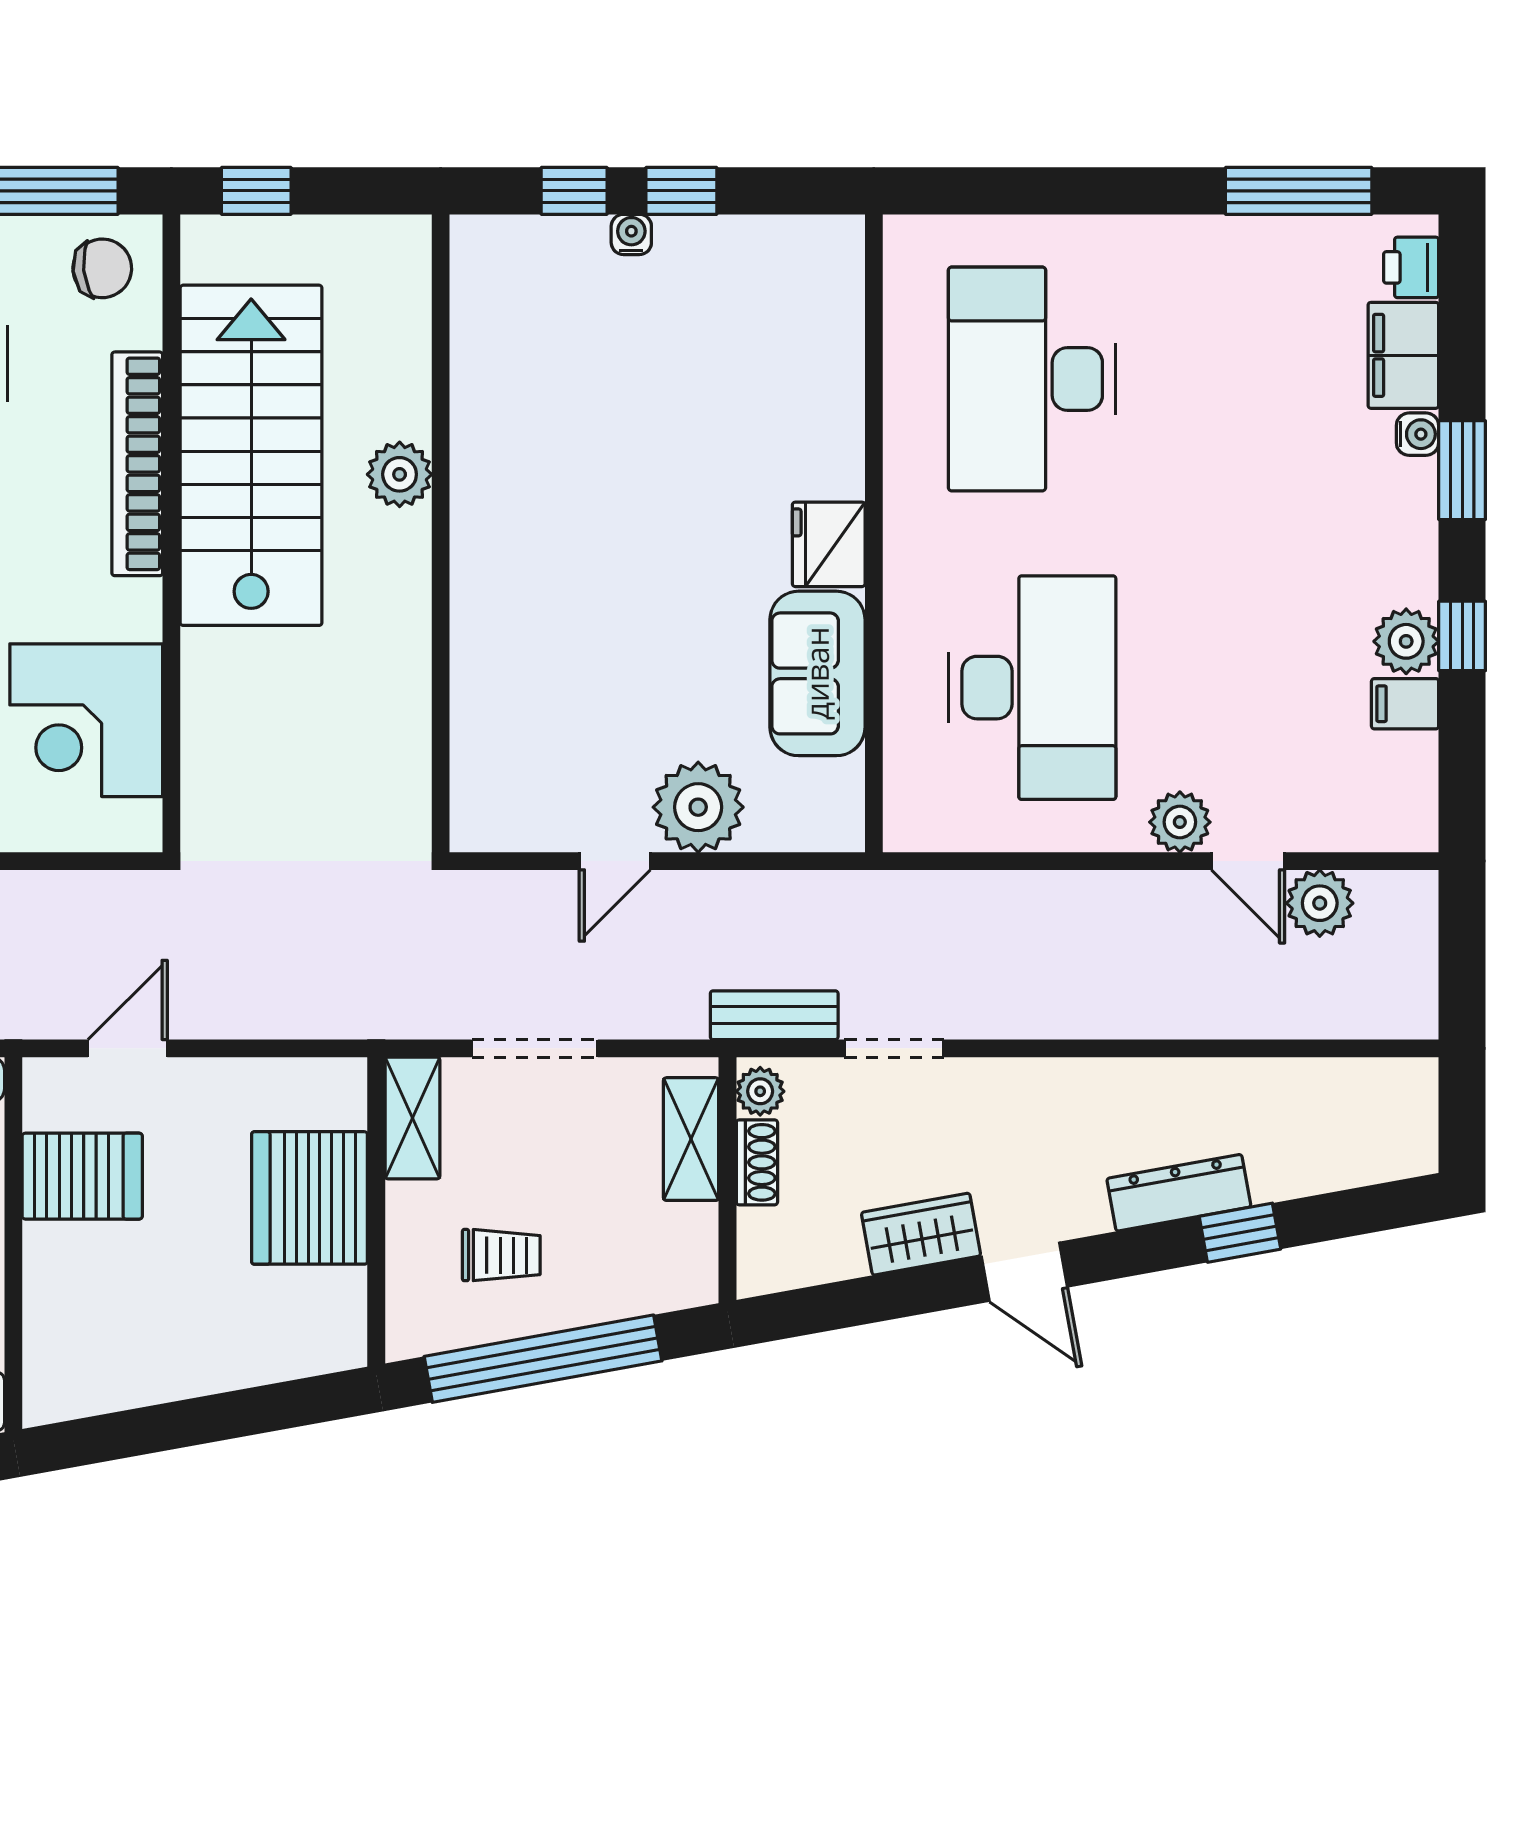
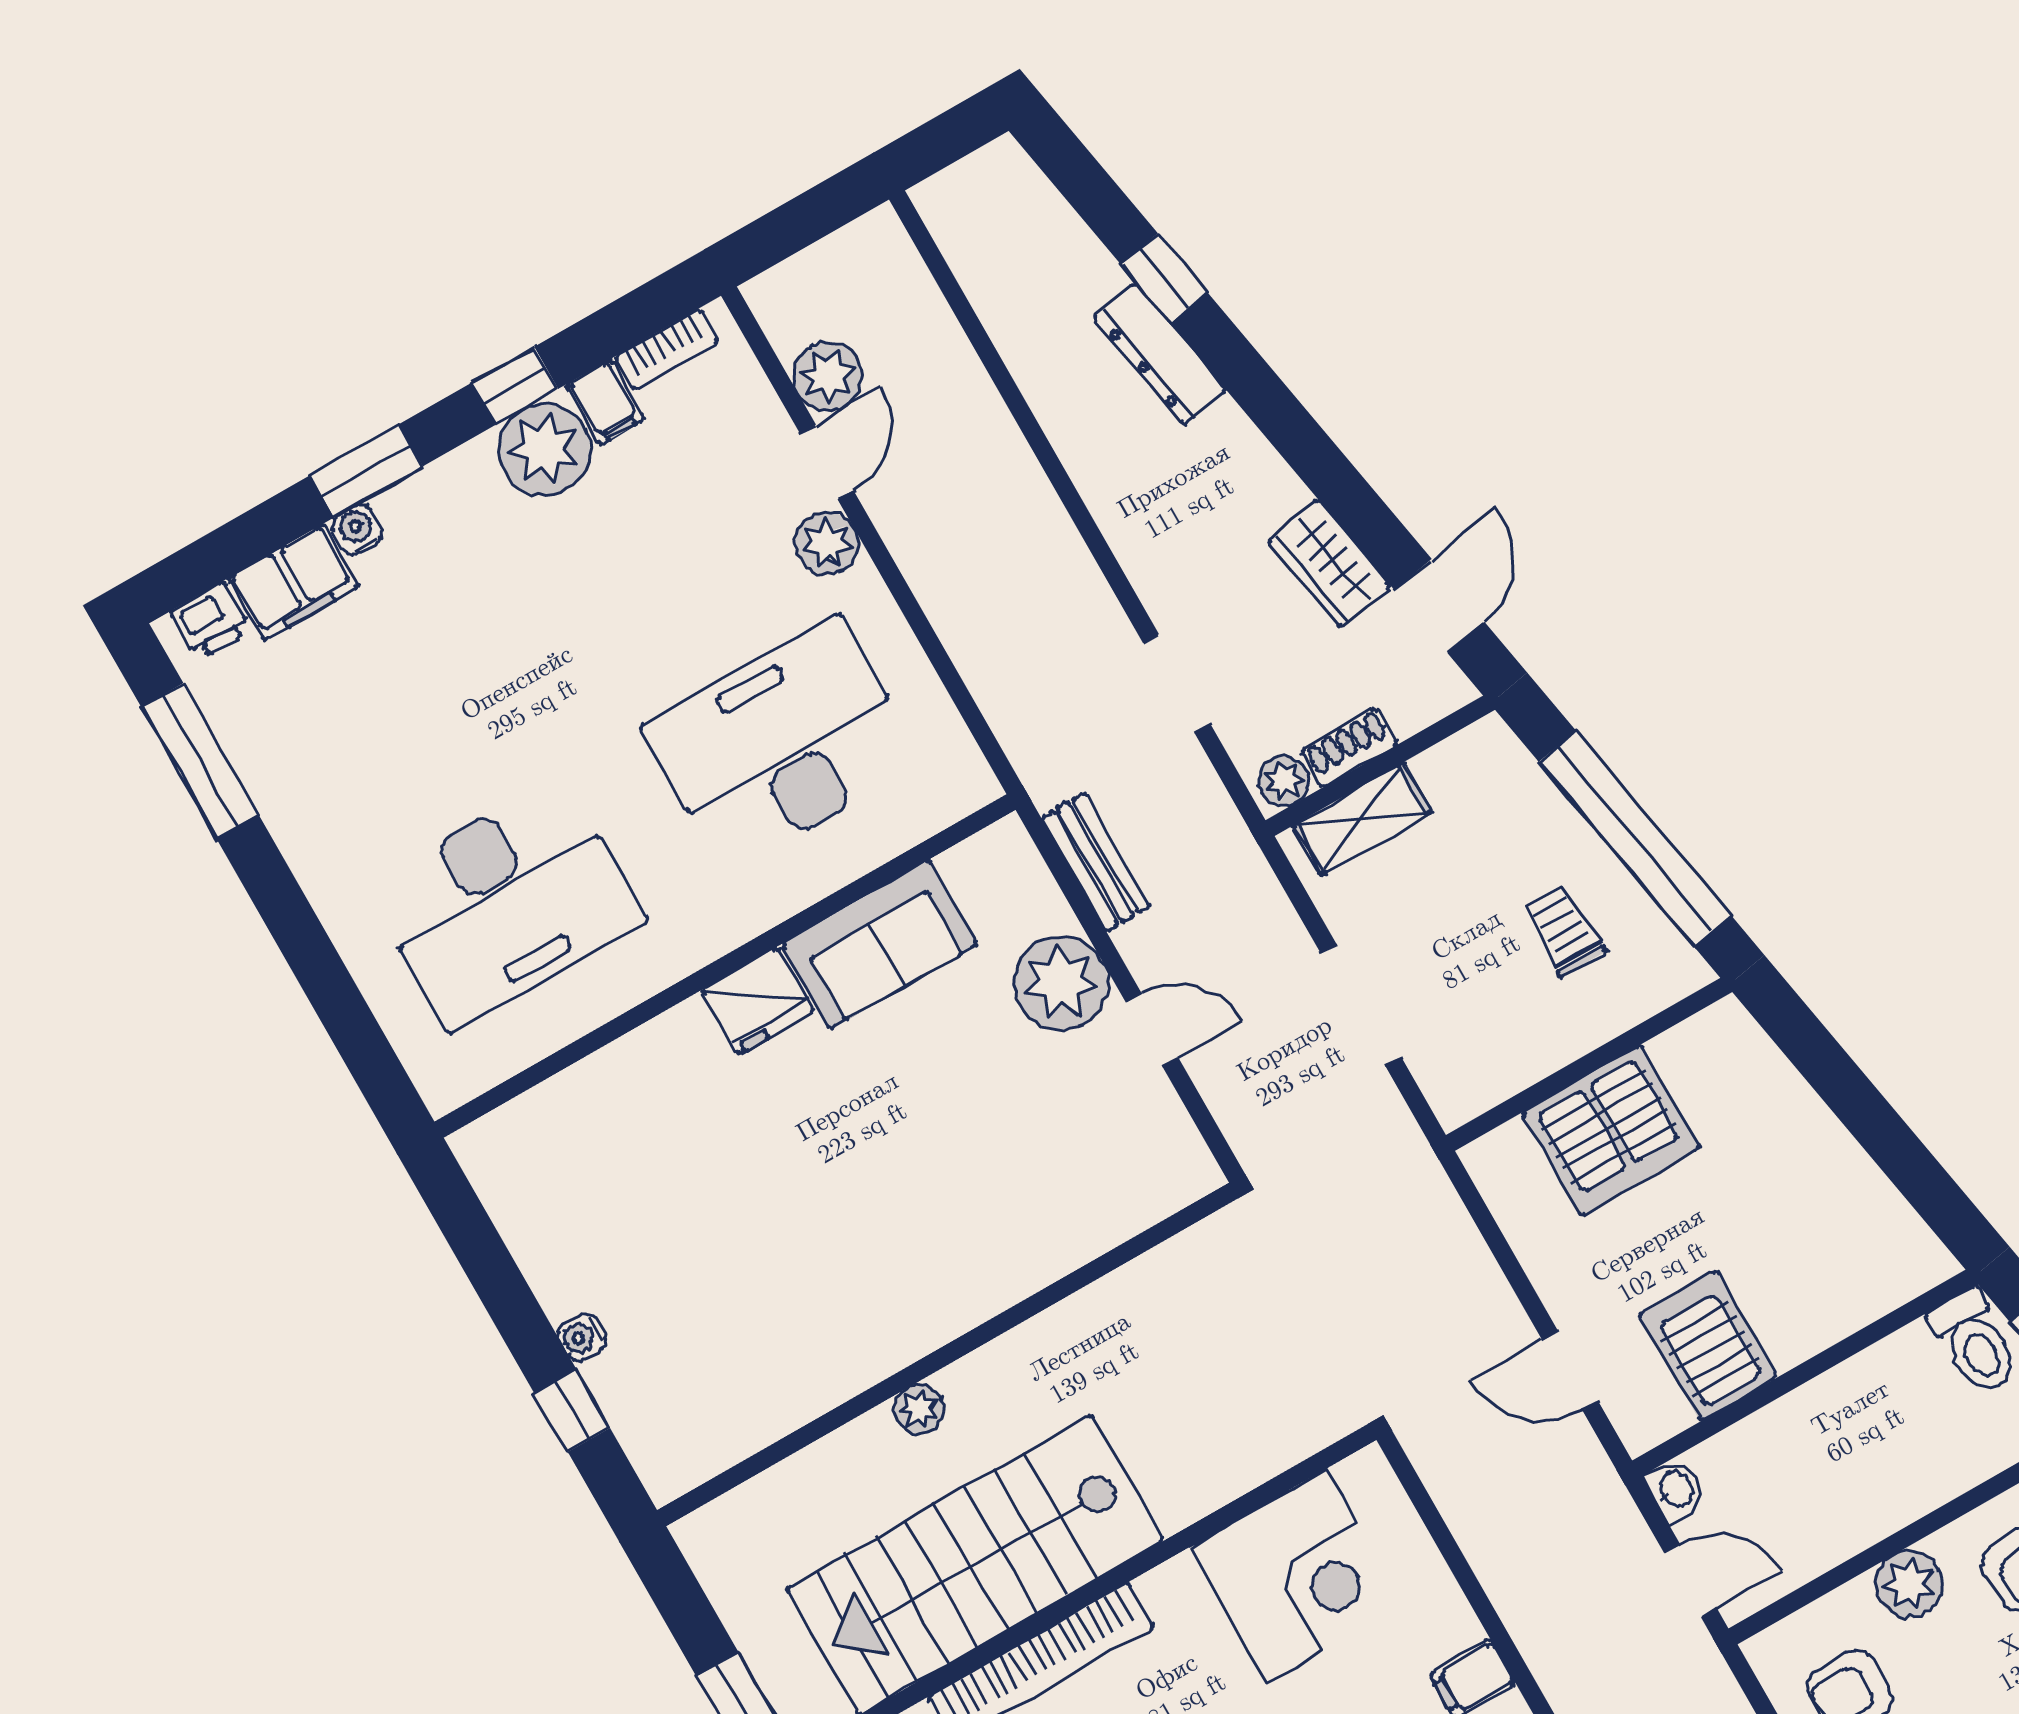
window: (681, 191) -> (517, 1314), removed
plant: (400, 474) -> (919, 1409), width x0.73, depth x0.73
plant: (1406, 641) -> (544, 450), width x1.36, depth x1.36
bookcase: (1420, 781) -> (667, 349), added
bench: (774, 1015) -> (1095, 862), moved
shelving: (412, 1118) -> (1486, 1079), removed
door: (1024, 1272) -> (1439, 606), moved

